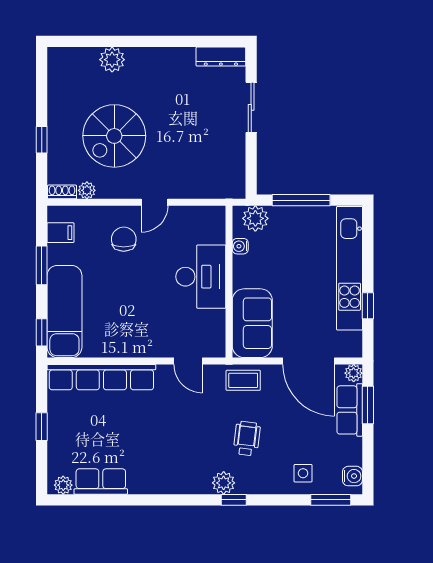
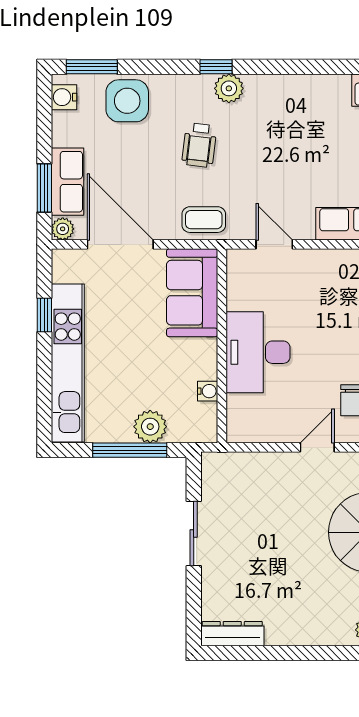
sliding door: (251, 107) -> (194, 534), moved
plant: (255, 218) -> (150, 427), moved
side table: (303, 473) -> (127, 101), width x1.87, depth x1.87

